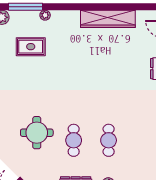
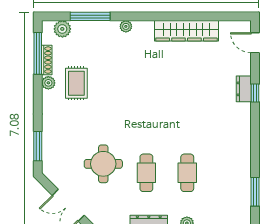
plant: (45, 15) -> (126, 26), moved
rug: (31, 47) -> (76, 83), moved, turned 90

